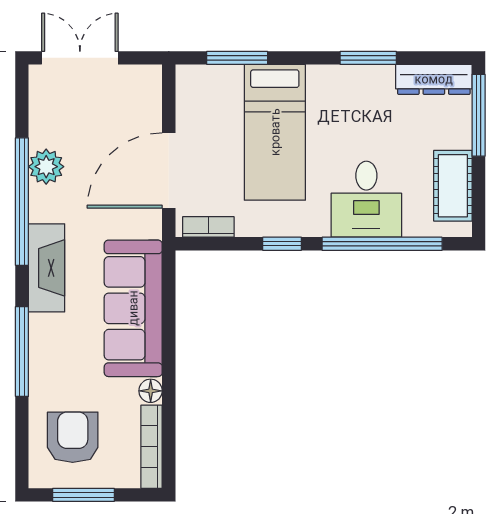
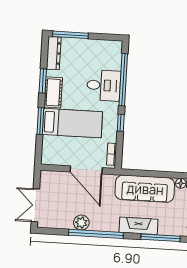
window: (237, 58) -> (40, 121), moved
cot: (453, 186) -> (53, 92), moved, turned 90
fireplace: (47, 268) -> (138, 226), moved

